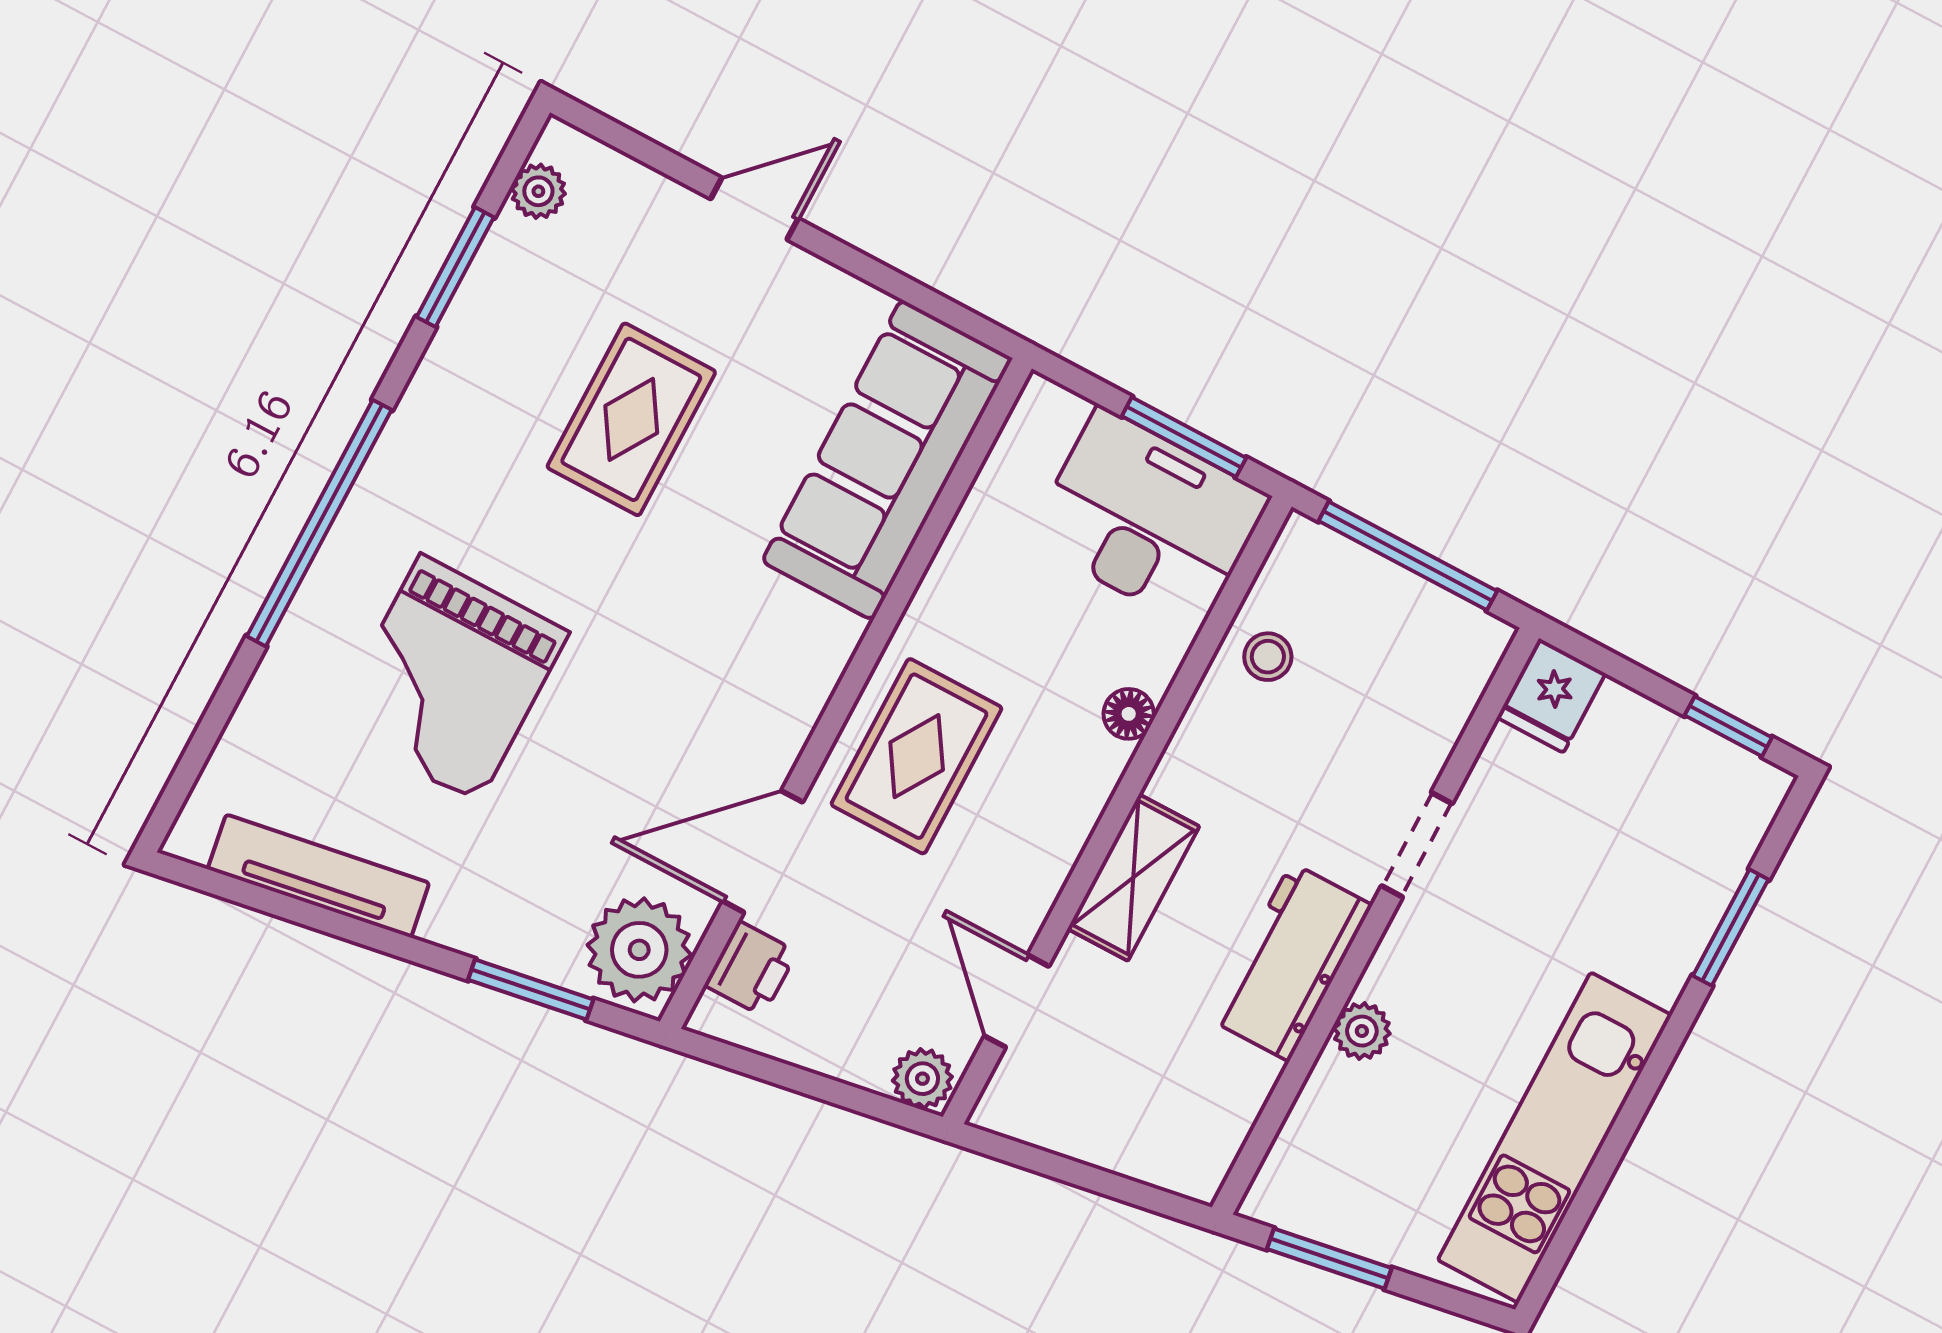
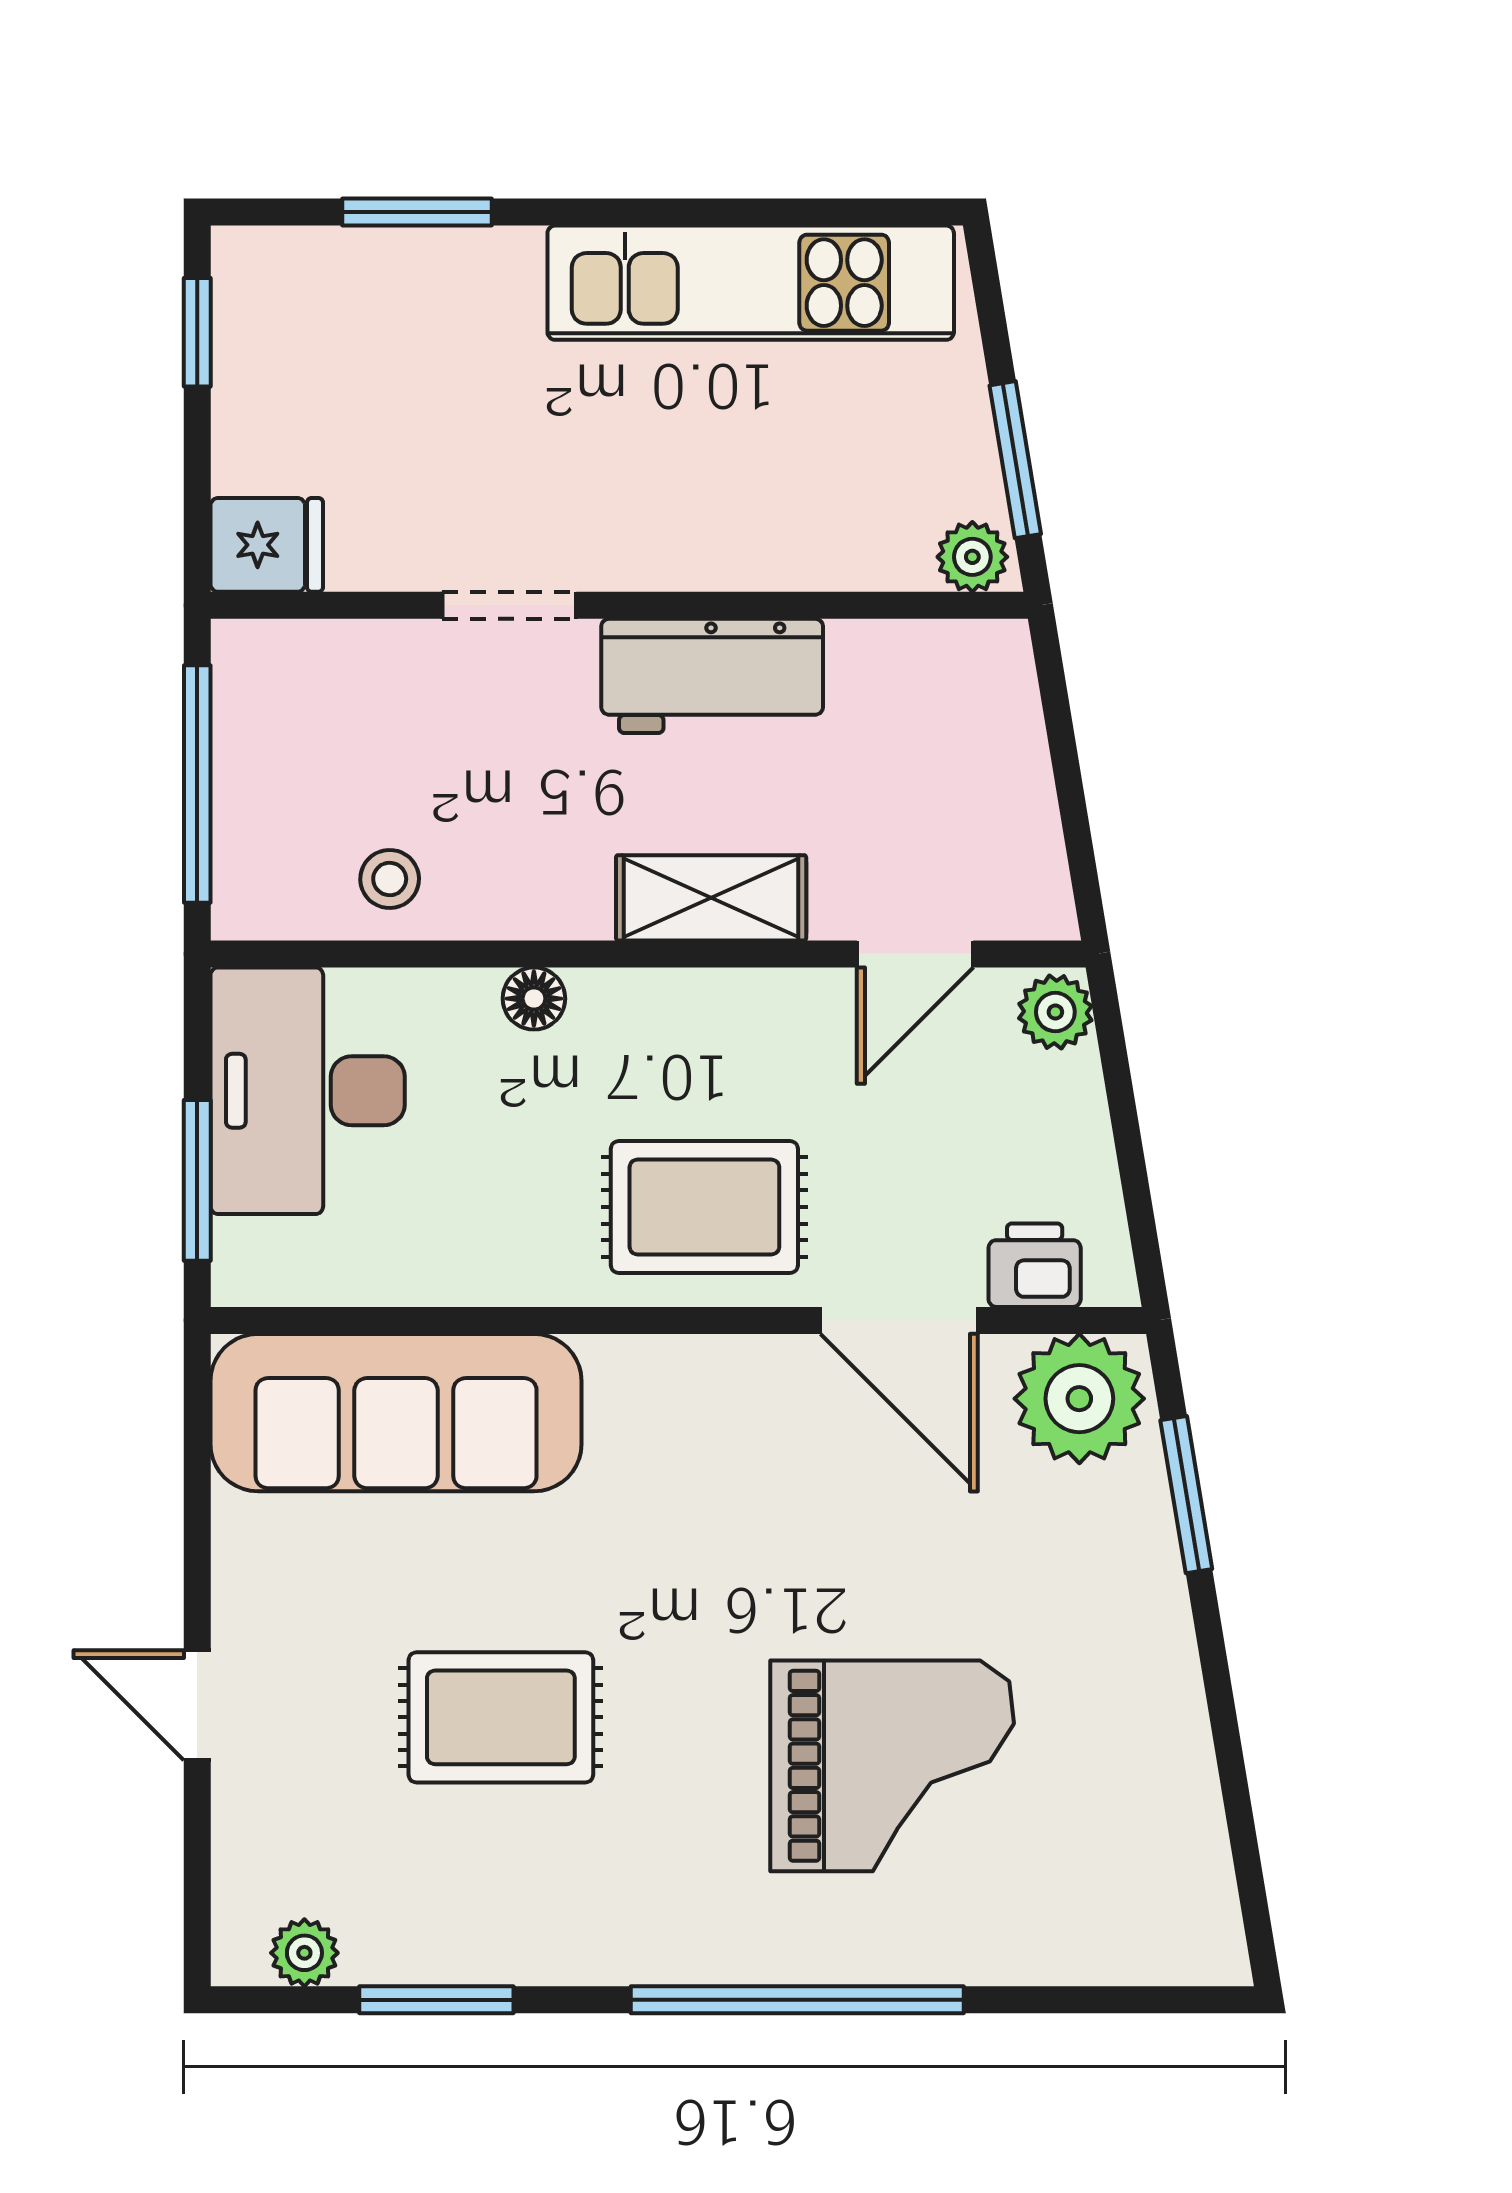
window: (1184, 437) -> (197, 1180), moved
tv unit: (318, 876) -> (1186, 1794), removed
plant: (1362, 1031) -> (972, 557), moved

